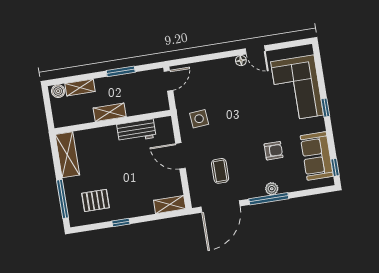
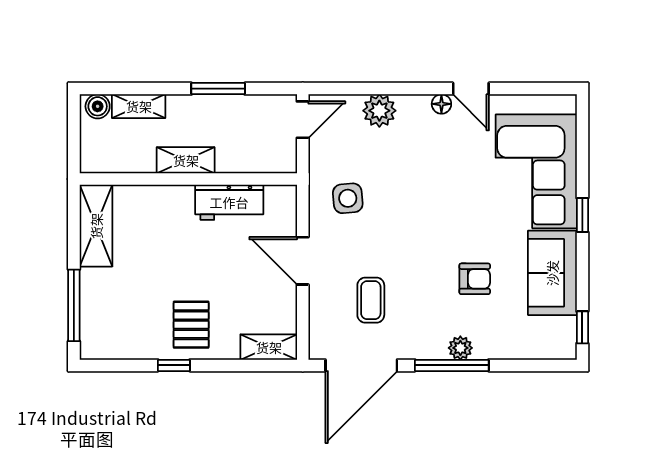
plant: (208, 69) -> (379, 111), added
sofa: (317, 156) -> (552, 273), moved
pallet: (95, 200) -> (191, 325), moved, turned 90

